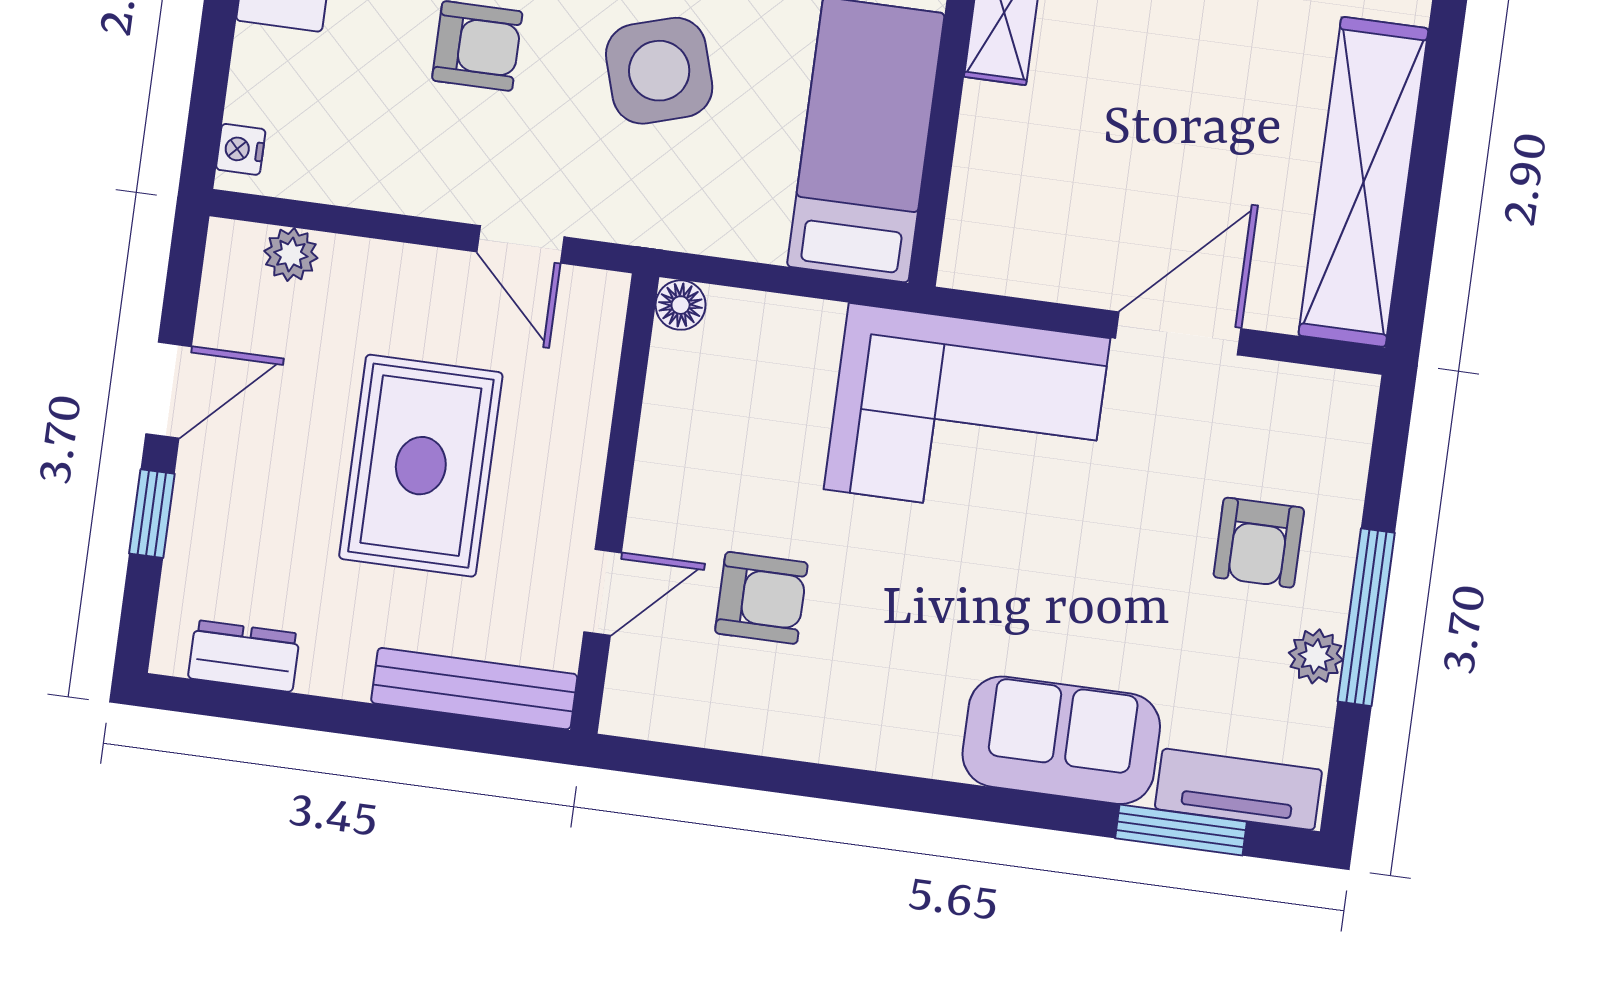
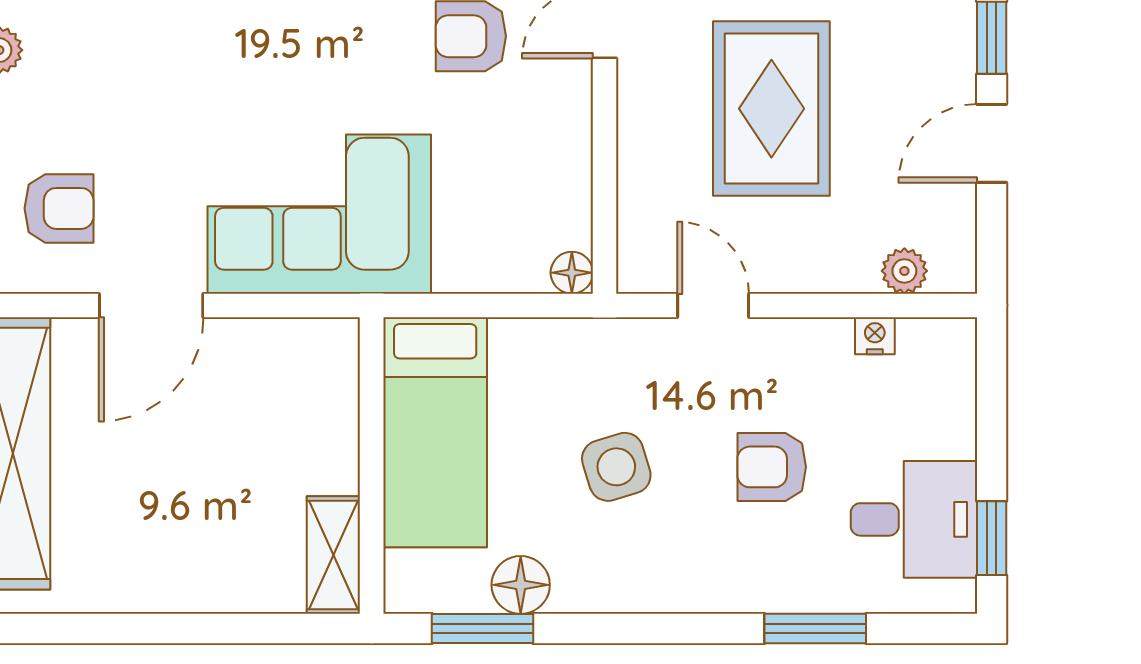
side table: (659, 71) -> (616, 467), width x0.73, depth x0.73
nightstand: (241, 149) -> (875, 336), moved, turned -90
armchair: (1259, 543) -> (59, 208), moved, turned 90

